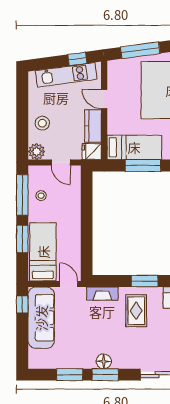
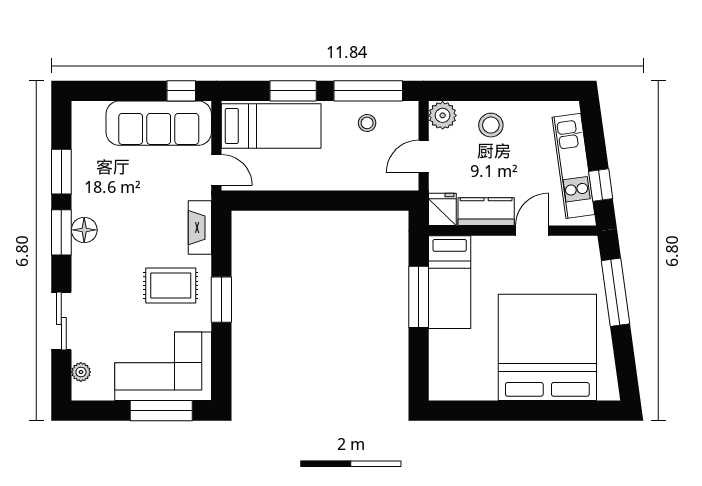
door: (69, 284) -> (216, 170), hinge flipped

